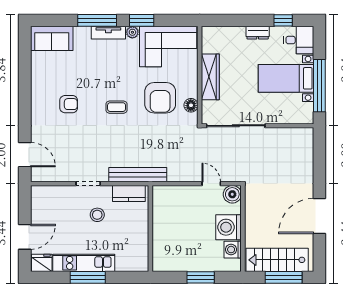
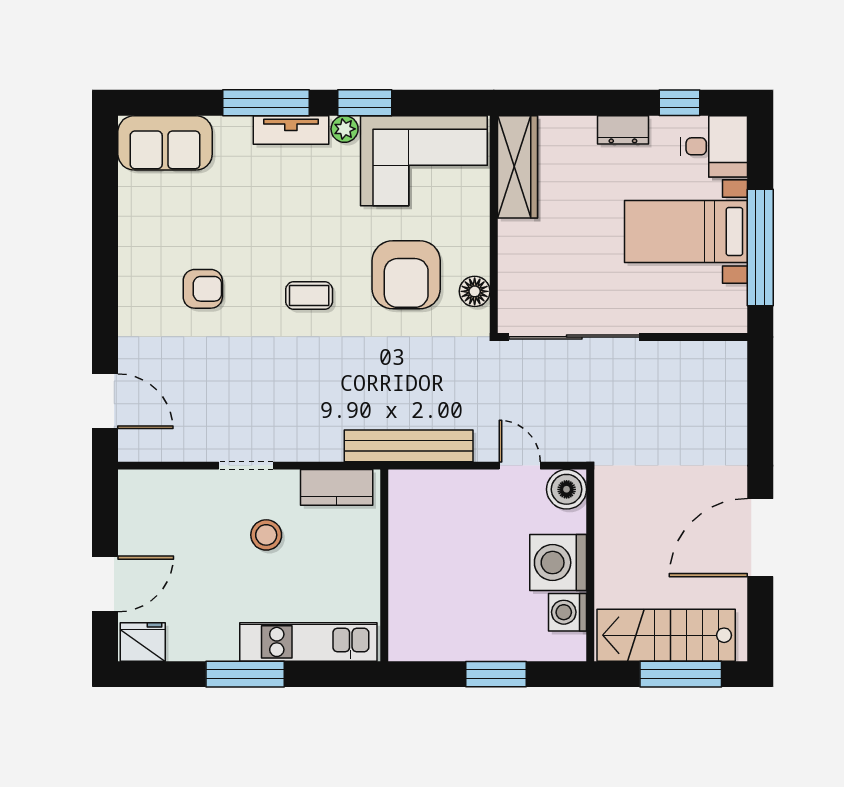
wardrobe: (210, 77) -> (517, 167), moved
bench: (138, 175) -> (409, 446), moved
kitchen unit: (84, 263) -> (308, 642), moved

